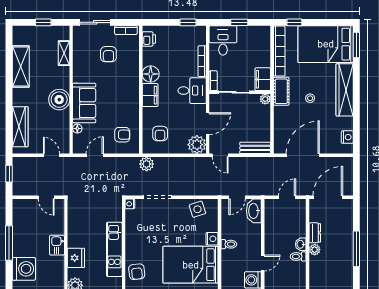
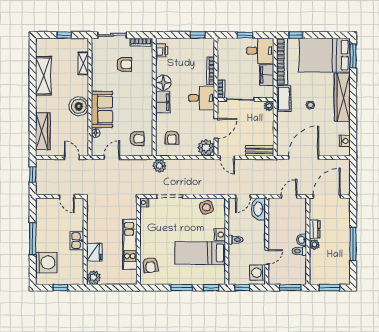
desk: (223, 40) -> (260, 51), moved, turned 90
armchair: (108, 54) -> (124, 64), turned -90
filing cabinet: (263, 79) -> (267, 75), moved
bed: (191, 265) -> (200, 253), width x0.67

